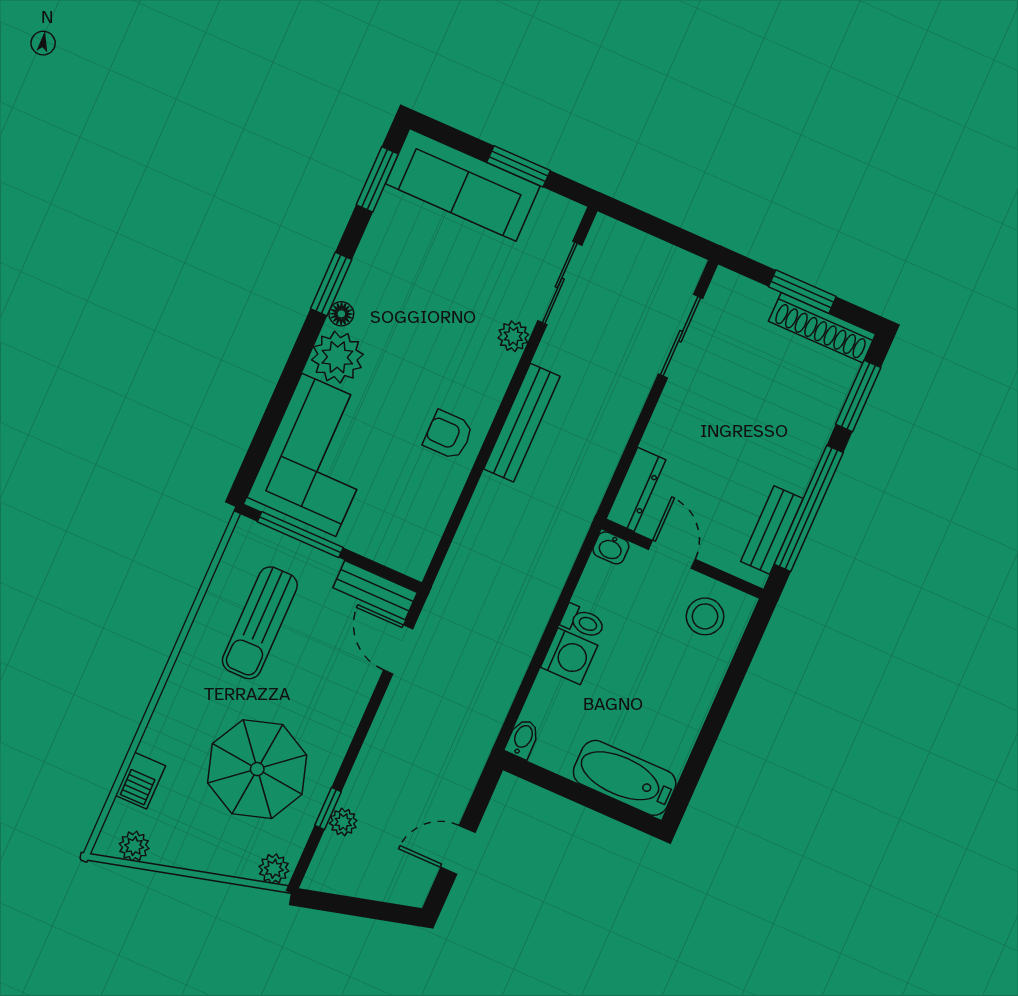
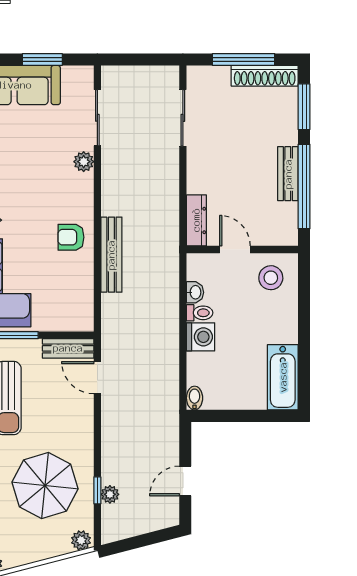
window: (802, 292) -> (244, 59), width x1.44
bench: (522, 423) -> (111, 255), moved
bench: (772, 530) -> (288, 174), moved
washbasin: (611, 548) -> (195, 292), moved, turned -90
bathtub: (625, 778) -> (283, 377), moved, turned -90

